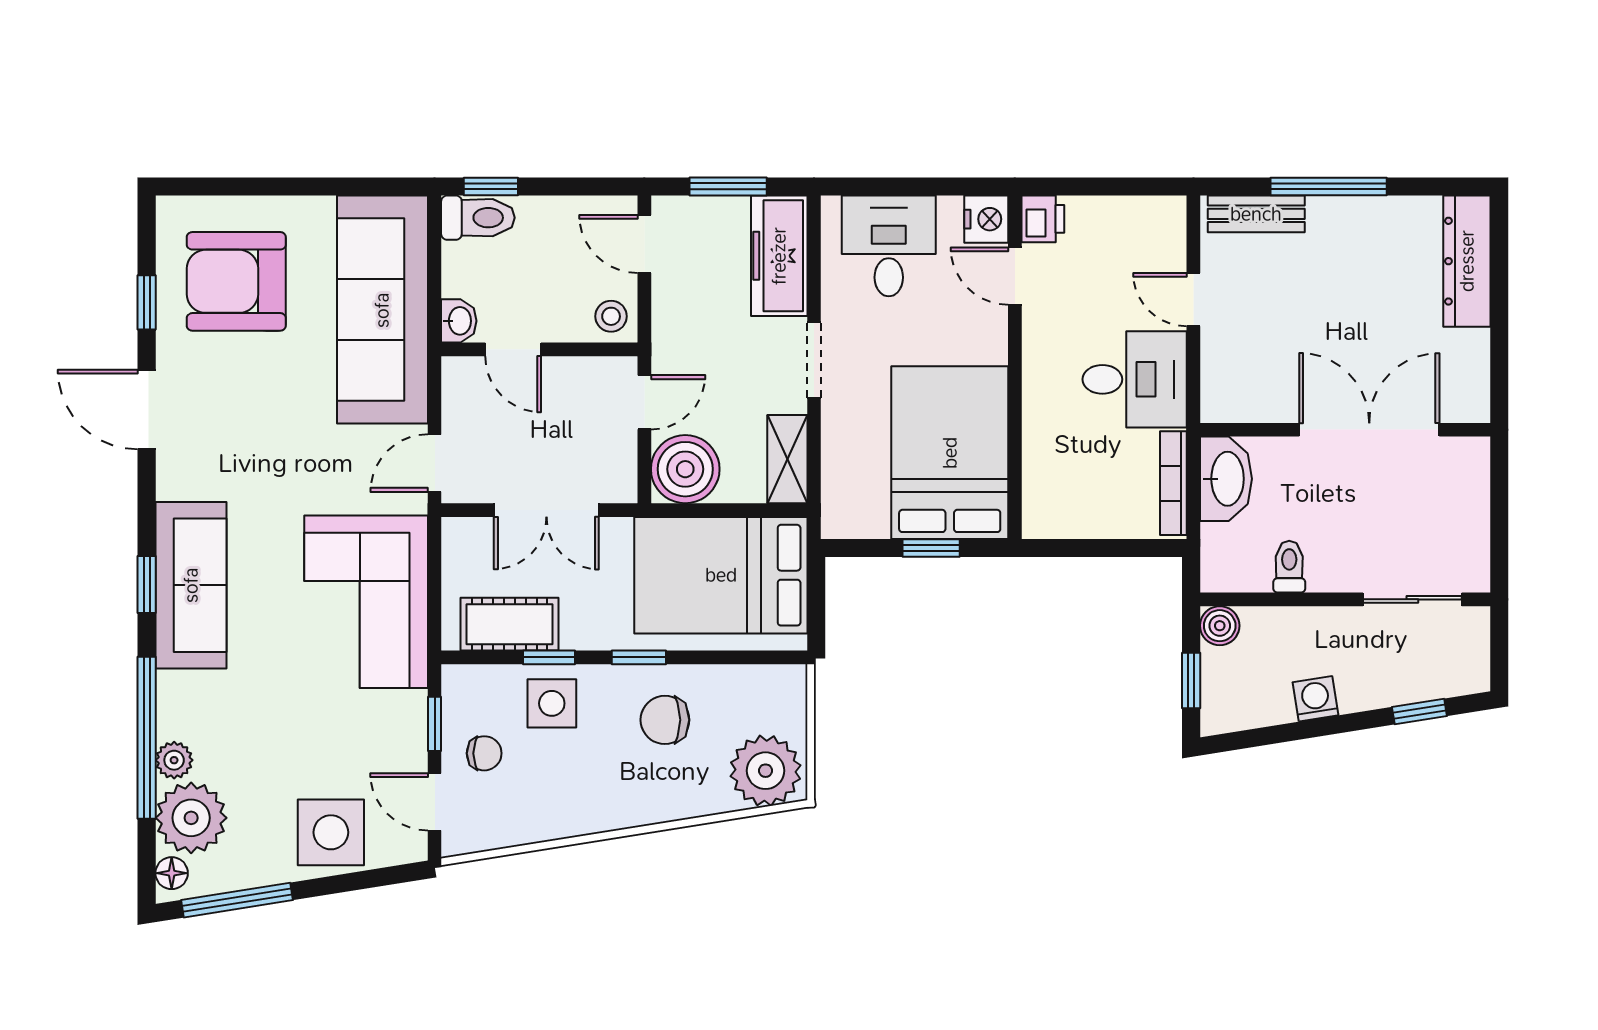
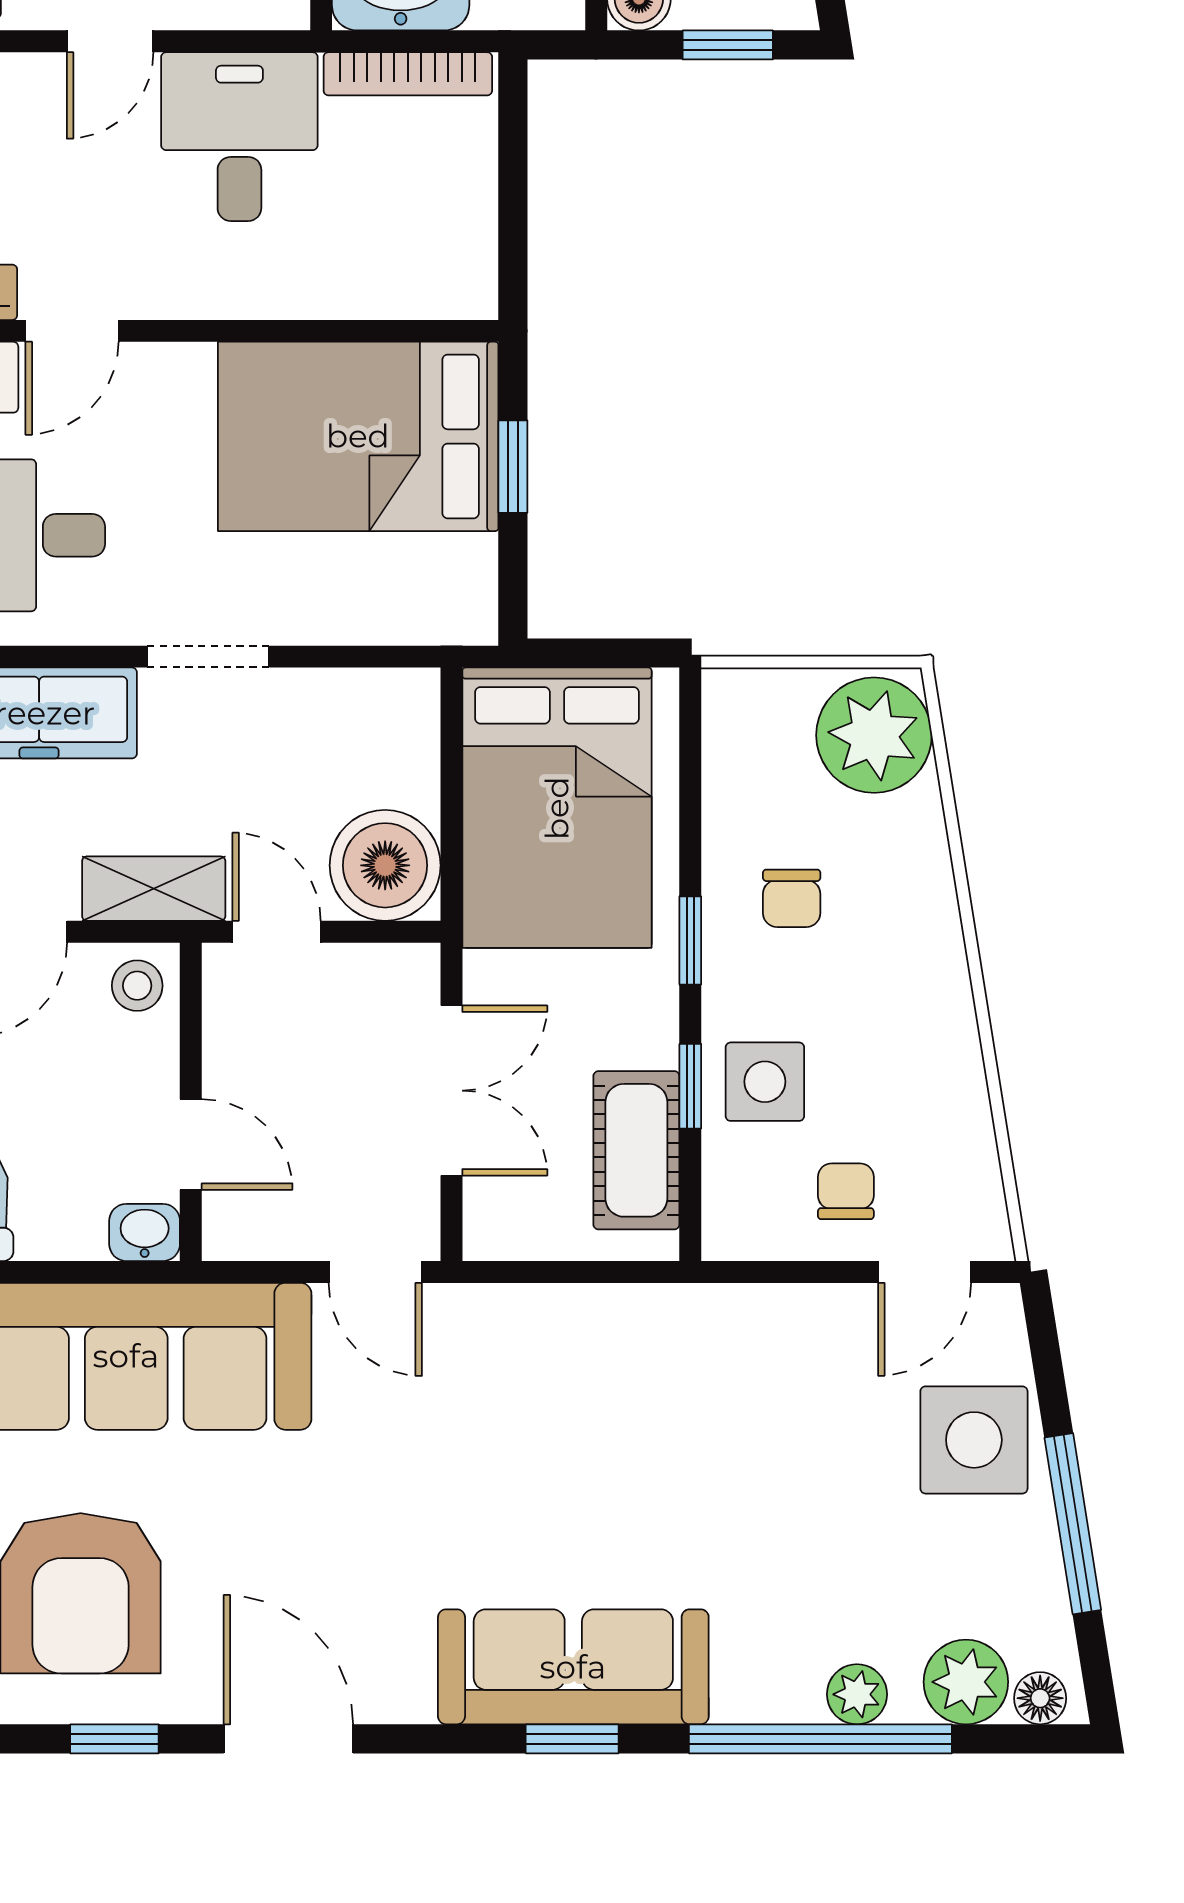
door: (513, 349) -> (191, 1144), hinge flipped
door: (147, 410) -> (288, 1739), swing flipped
shelving: (787, 459) -> (154, 889), moved
corner sofa: (366, 602) -> (600, 1383), removed
chair: (665, 720) -> (792, 898), width x0.73, depth x0.73
window: (435, 724) -> (798, 1272), removed
plant: (191, 818) -> (966, 1682), width x0.73, depth x0.73
window: (237, 900) -> (1073, 1524), moved

